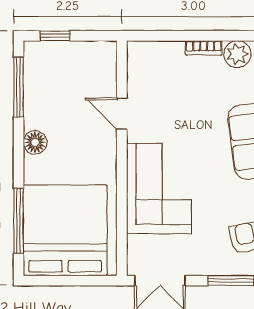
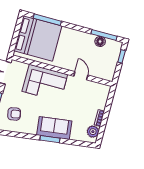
door: (122, 114) -> (81, 76), hinge flipped
floor lamp: (35, 142) -> (100, 41), moved

